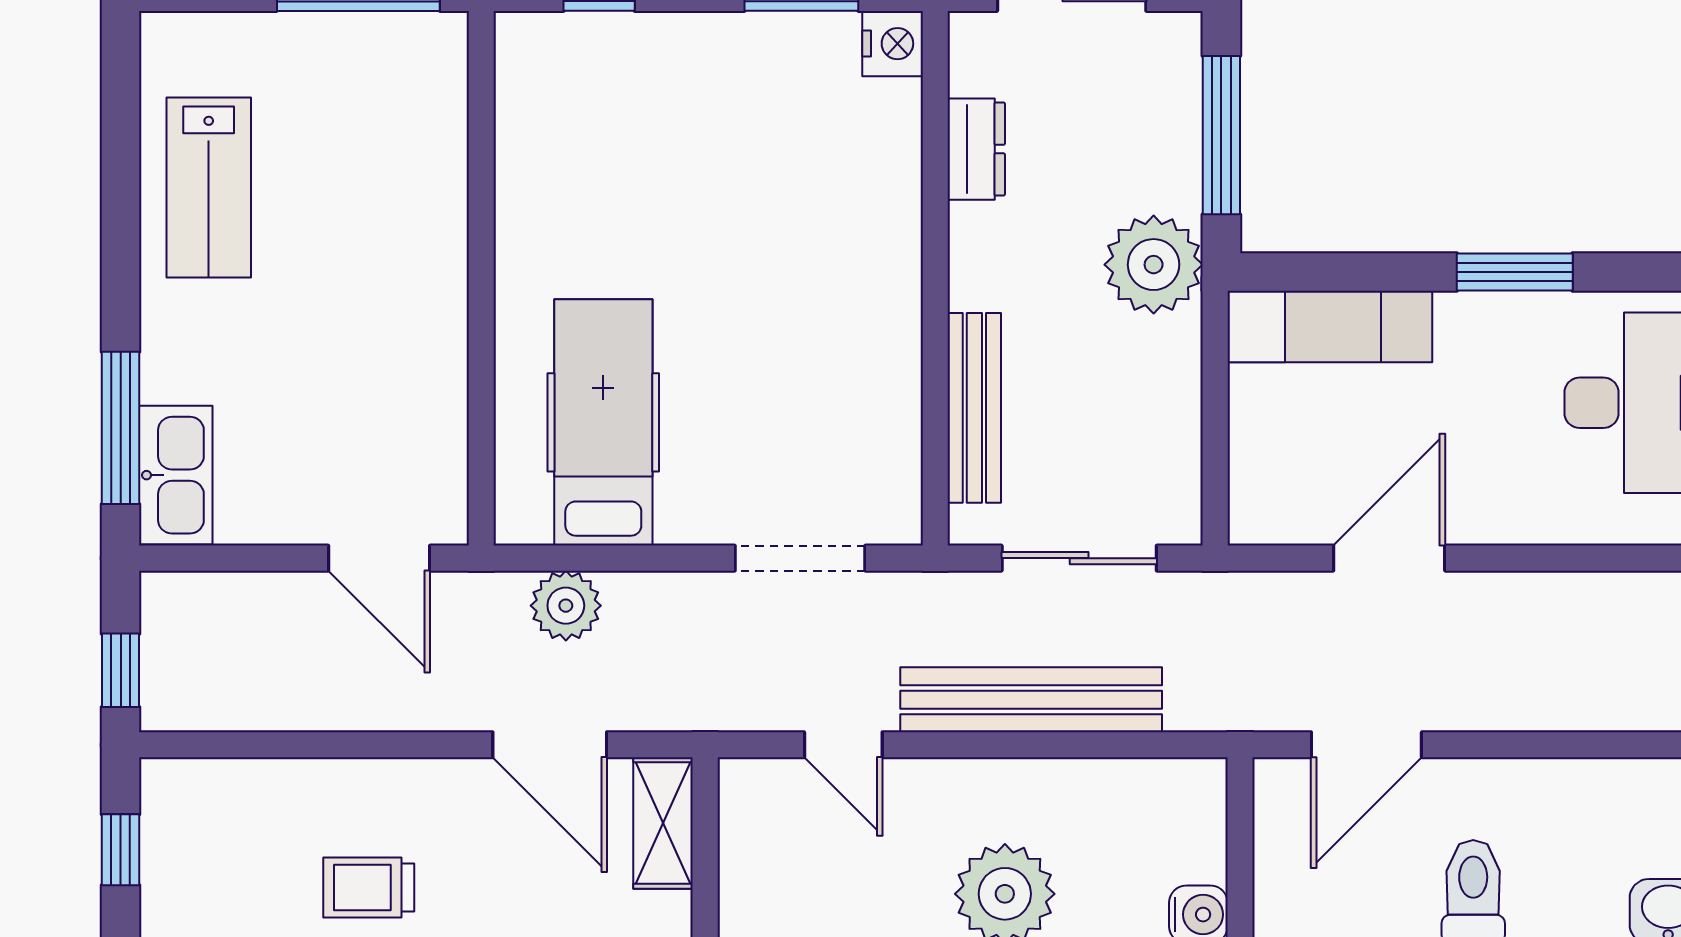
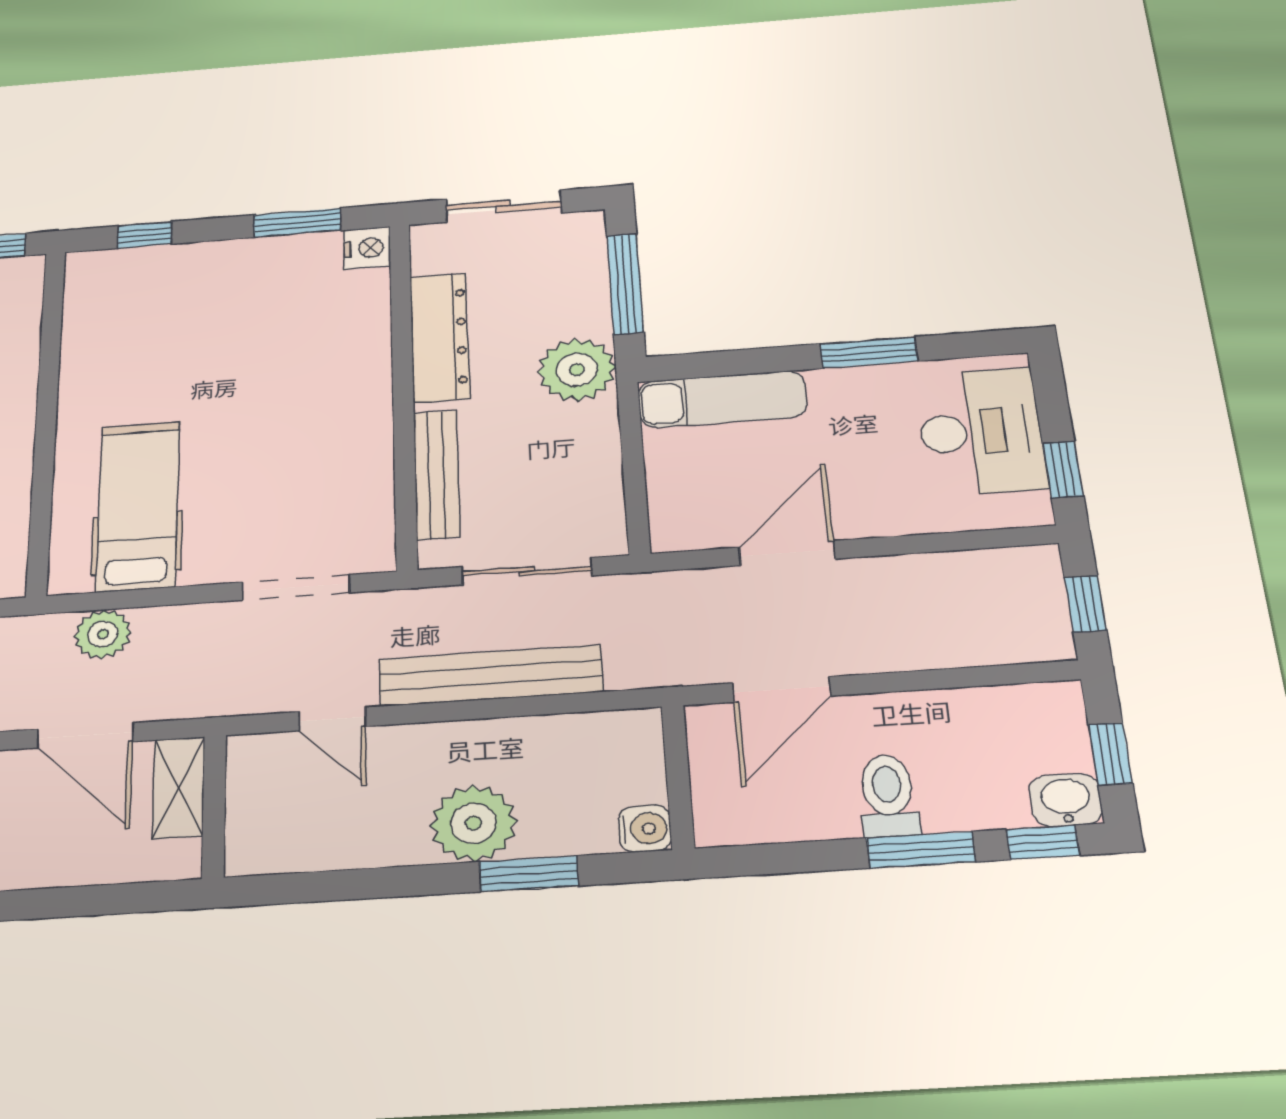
dresser: (976, 149) -> (440, 337), width x1.96, depth x1.24

